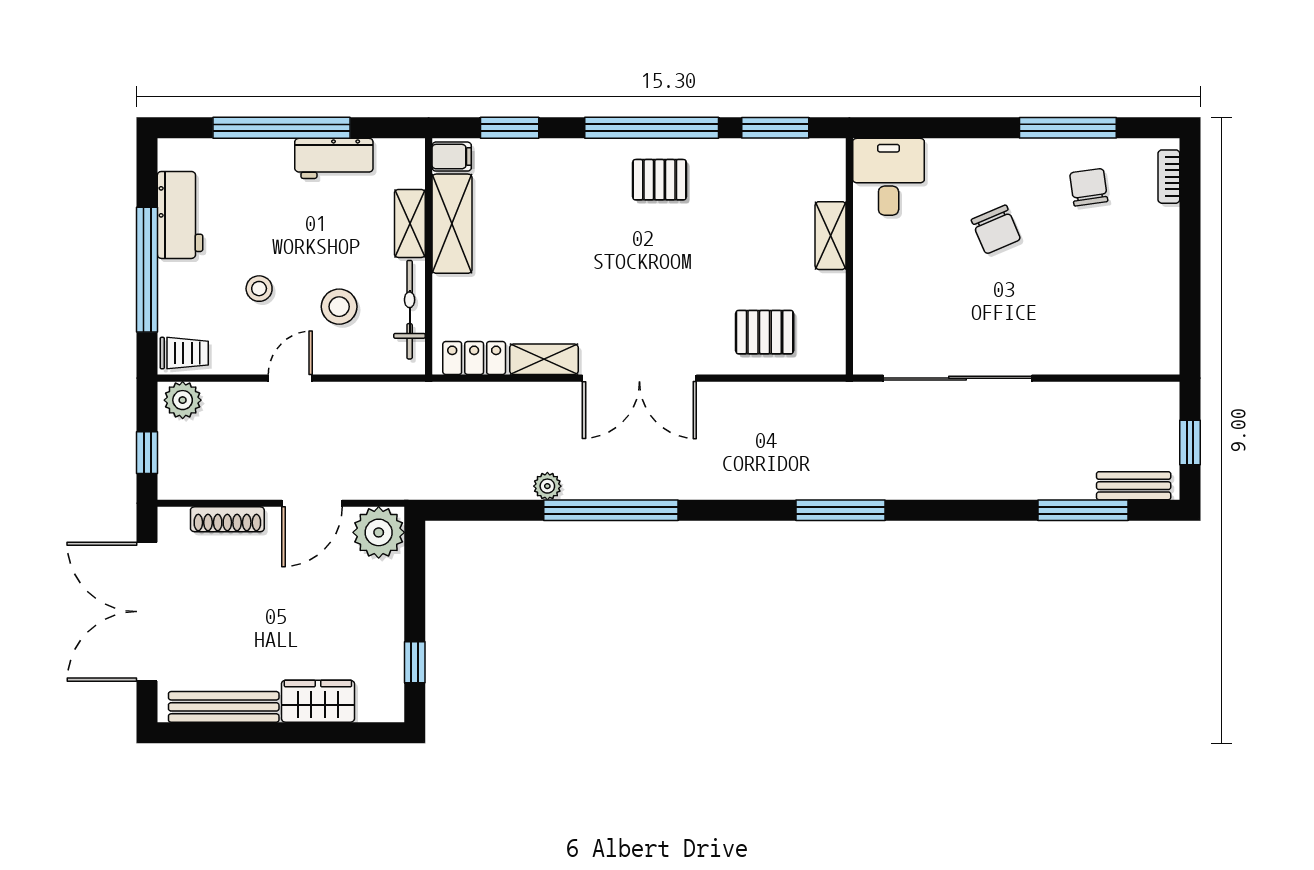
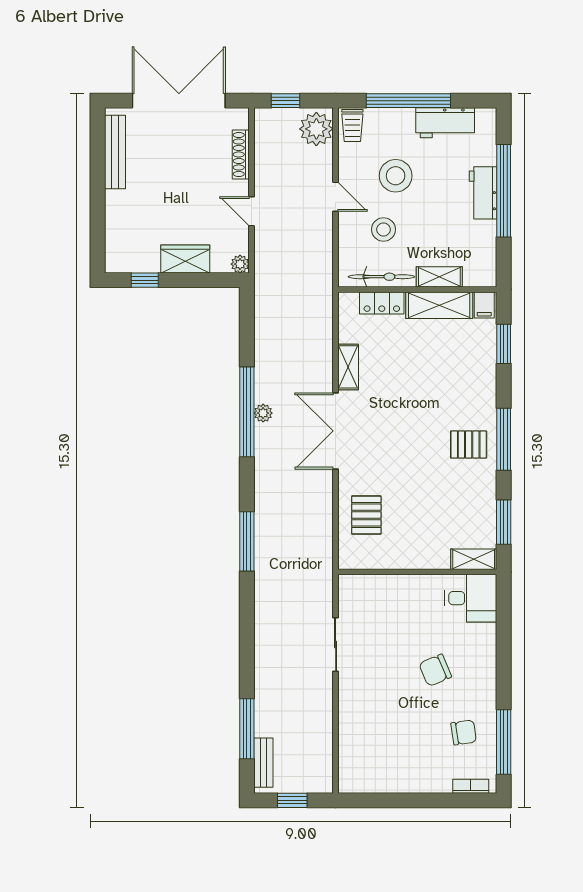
window: (652, 128) -> (504, 439), width x0.68
window: (1068, 128) -> (504, 742), moved
workbench: (334, 158) -> (483, 193), moved
pallet: (660, 180) -> (469, 444), turned 90
shelving: (831, 236) -> (474, 559), moved
stool: (259, 289) -> (396, 176), width x1.89, depth x1.89
locker: (474, 358) -> (382, 303), moved, turned 90
sliding door: (958, 378) -> (336, 644), width x0.54
plant: (183, 400) -> (316, 129), width x1.36, depth x1.36
plant: (547, 486) -> (263, 413), moved
door: (312, 503) -> (252, 211), width x0.73
window: (841, 510) -> (247, 541), moved
plant: (379, 532) -> (240, 264), width x0.53, depth x0.53
wardrobe: (318, 701) -> (185, 259), moved, turned -90

